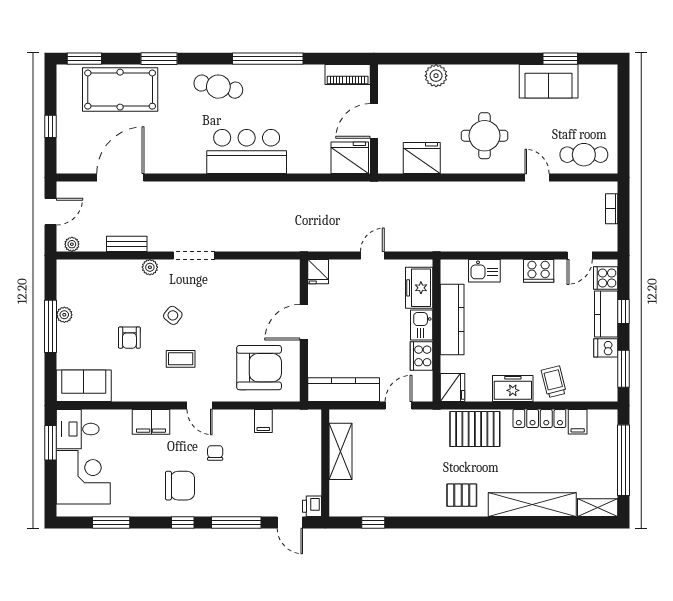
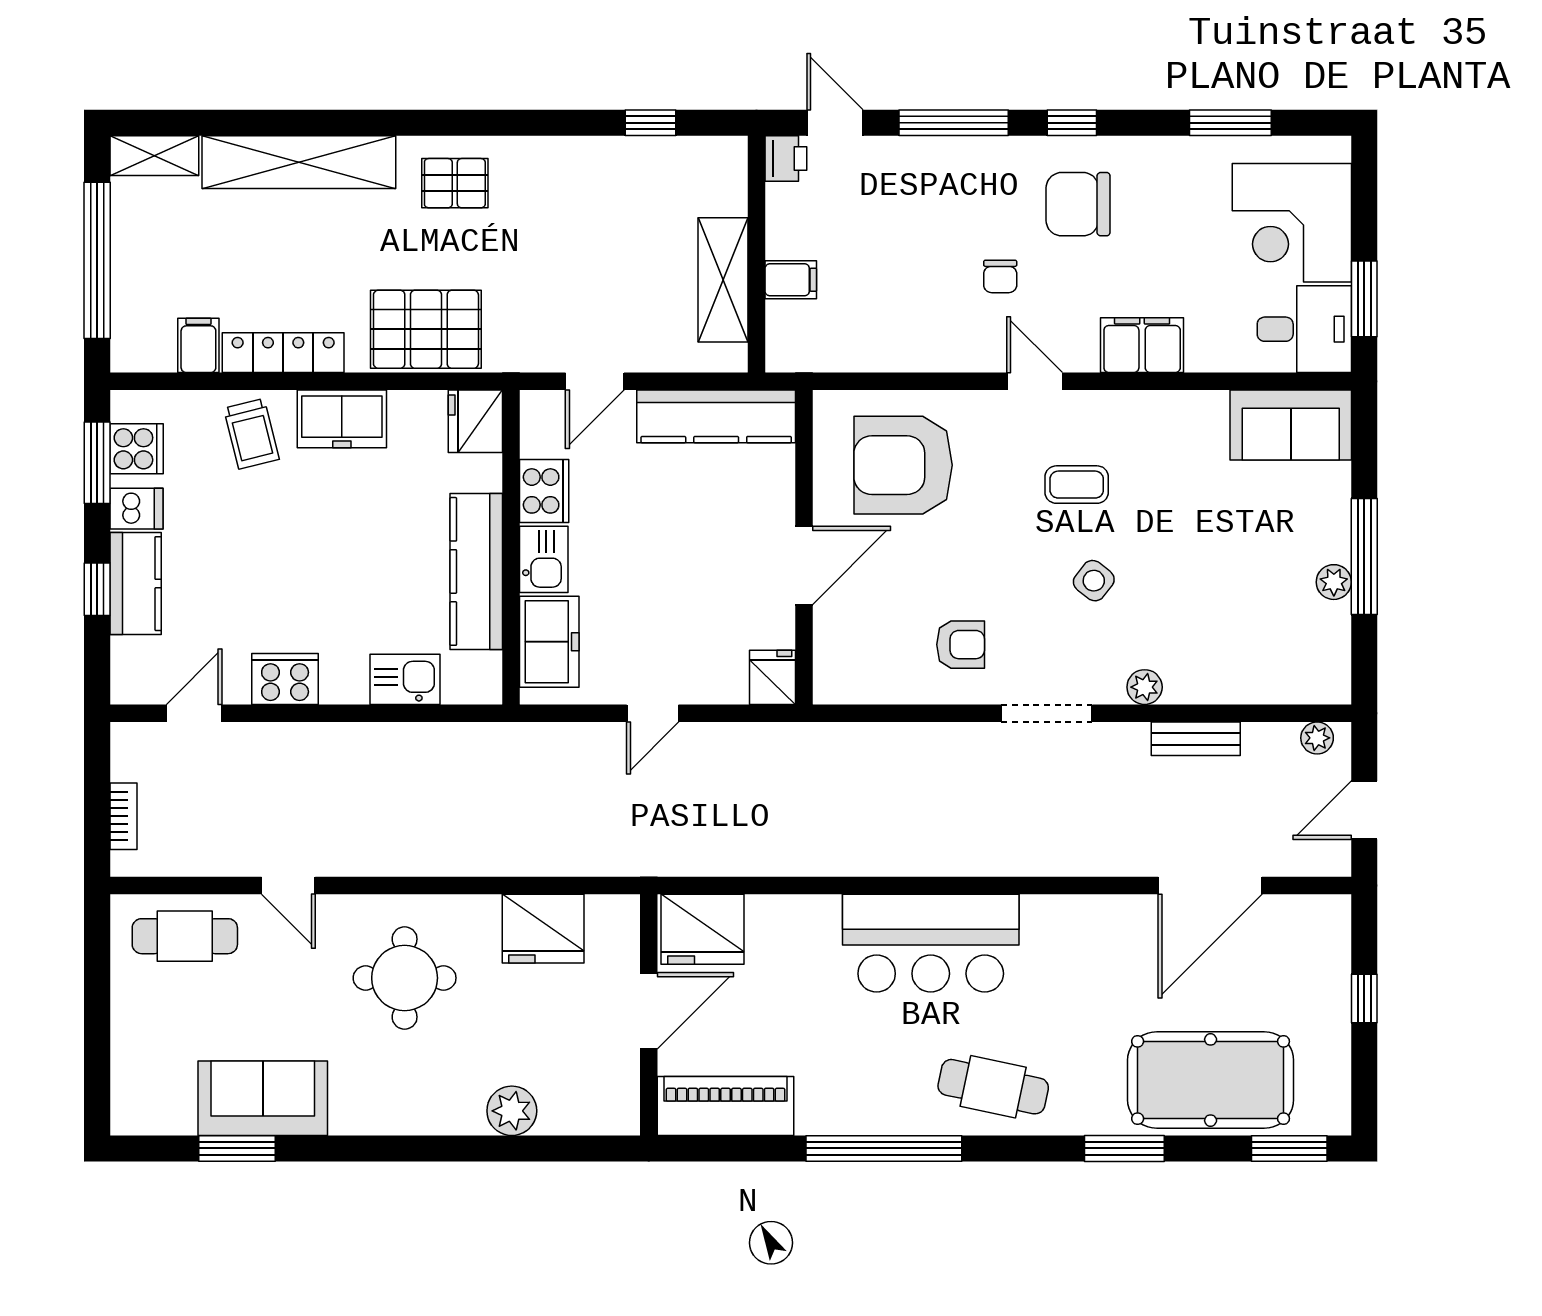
piano: (348, 75) -> (726, 1106), width x1.37, depth x1.33
cooker: (606, 278) -> (137, 449), moved
armchair: (129, 338) -> (961, 645), moved, turned 90
filing cabinet: (263, 421) -> (791, 280), moved, turned 90

